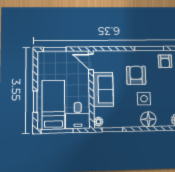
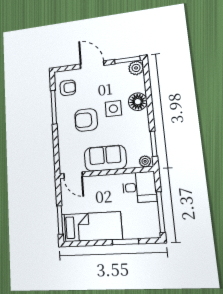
door: (91, 62) -> (73, 175), hinge flipped
bed: (53, 105) -> (91, 227), moved, turned 180

